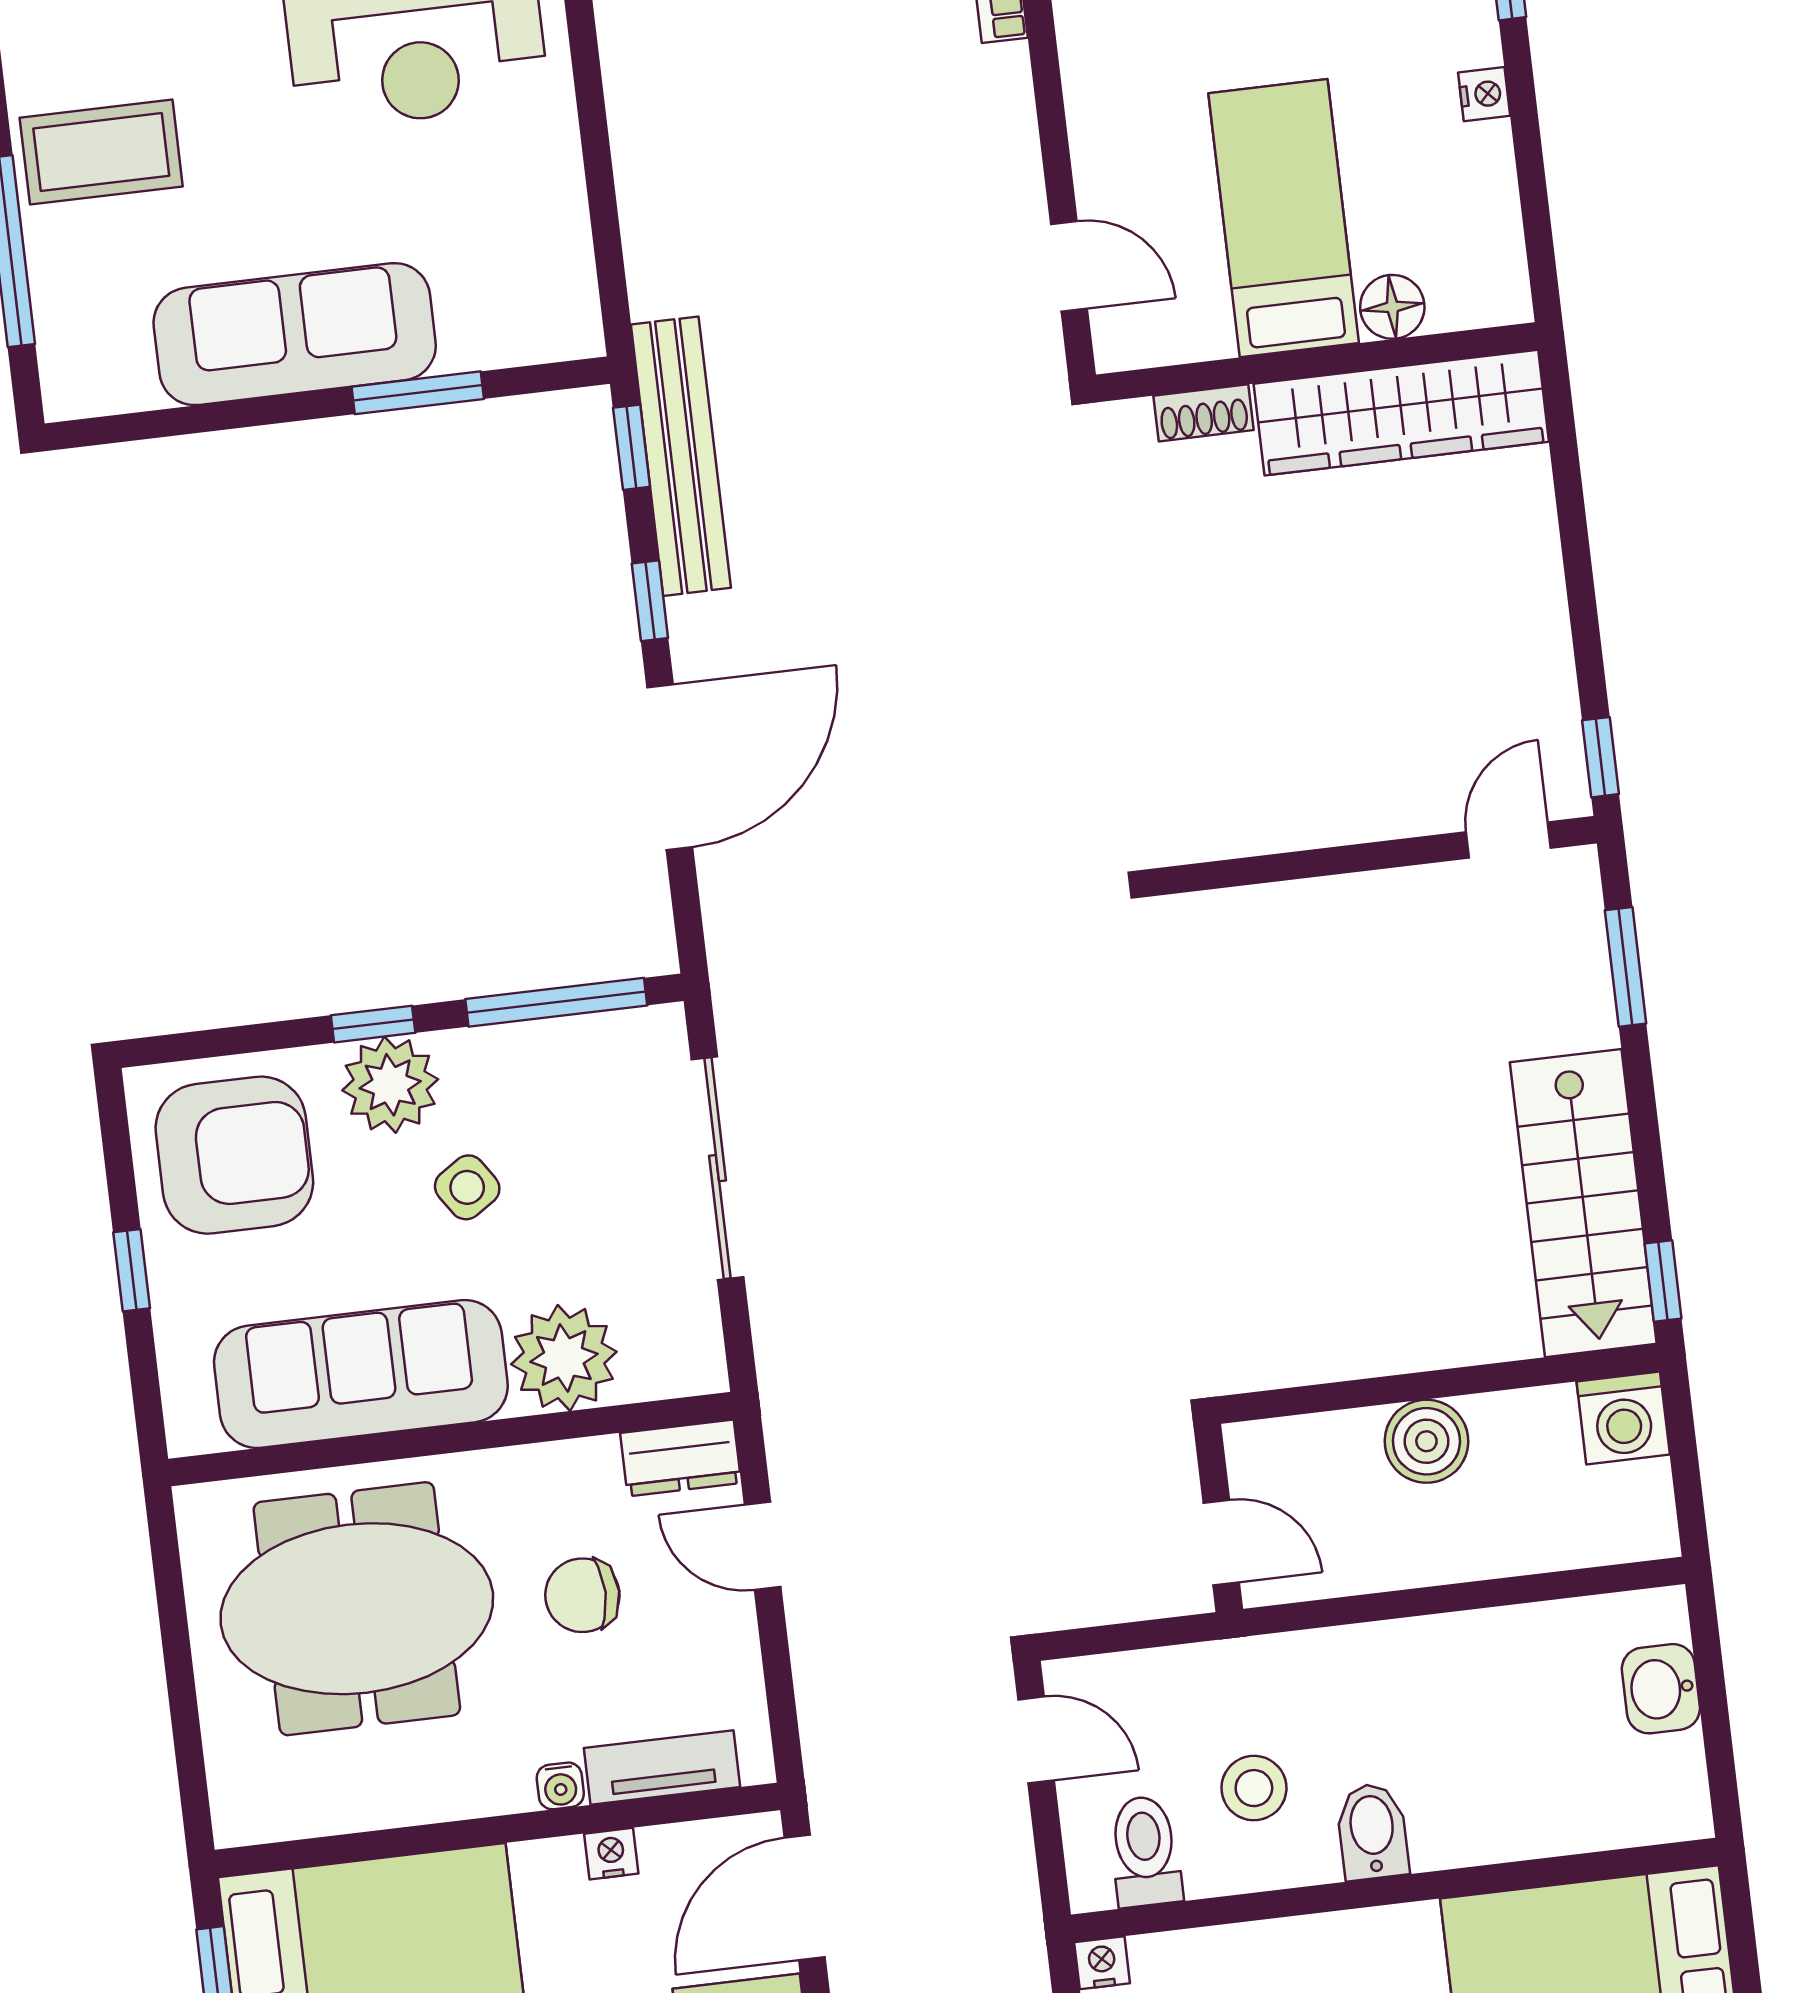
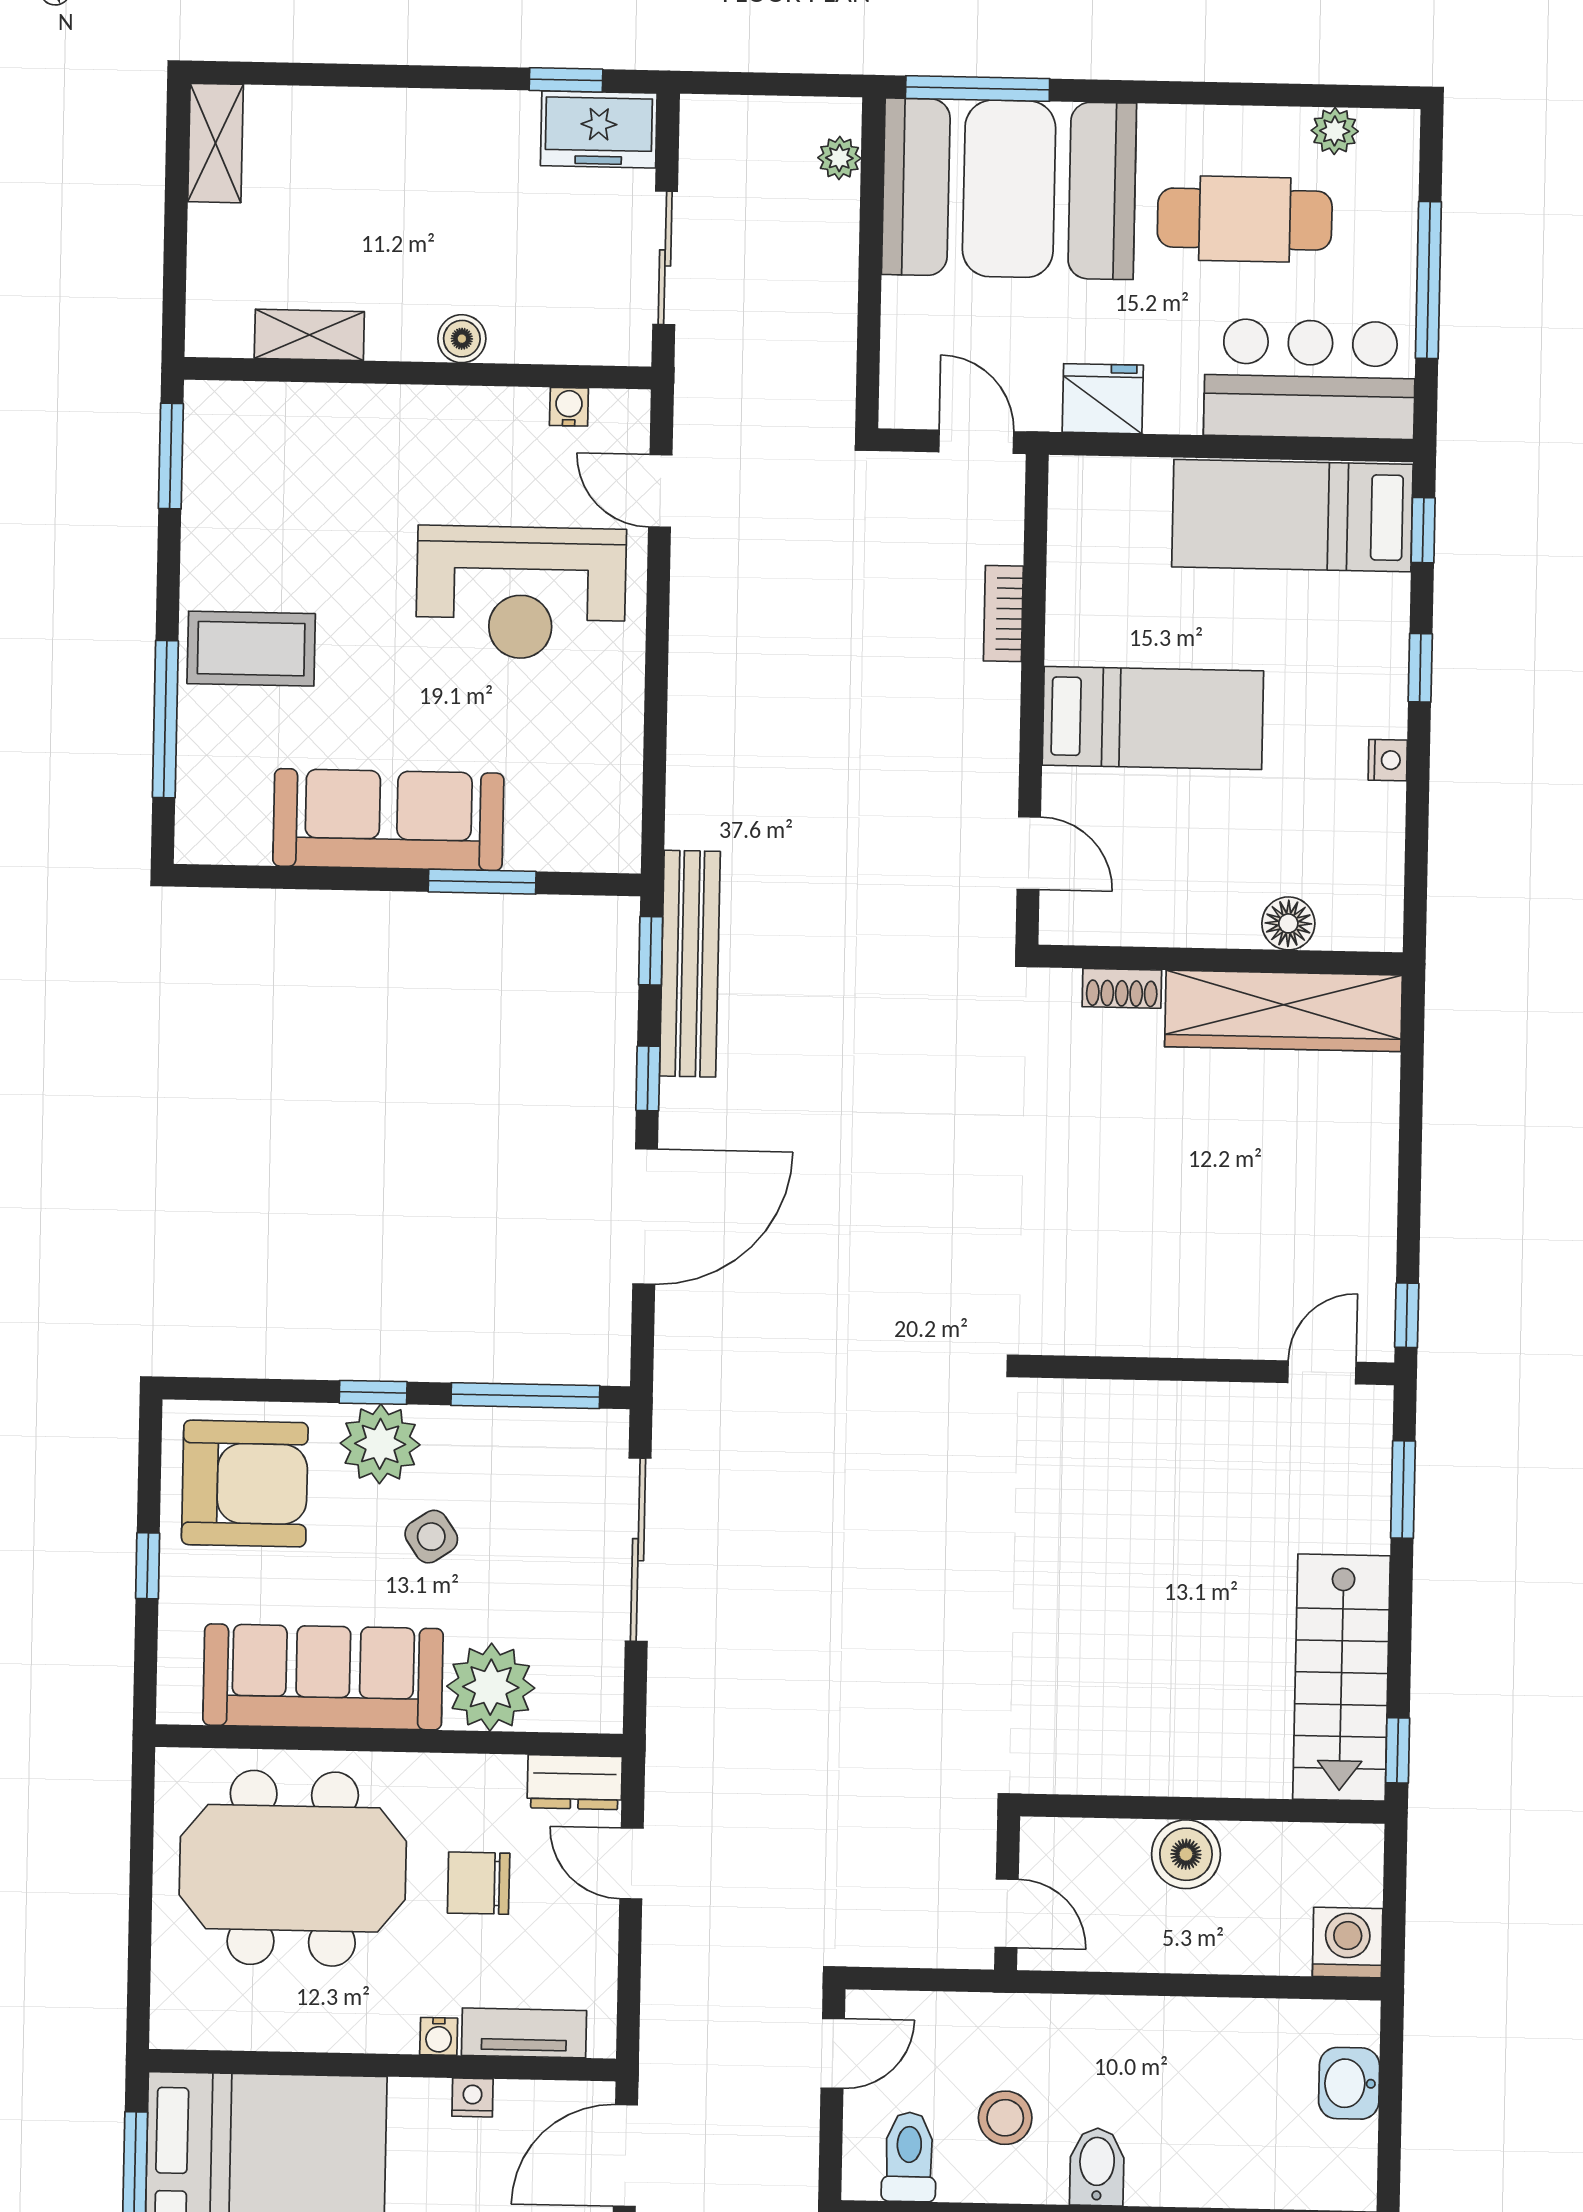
bed: (1284, 218) -> (1153, 718), moved, turned 90
washing machine: (1623, 1418) -> (1348, 1942), moved, turned 180
door: (1036, 1740) -> (833, 2053), hinge flipped

